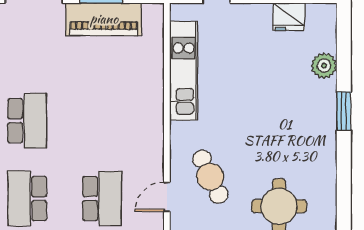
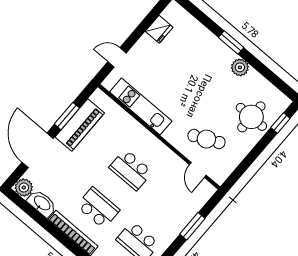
plant: (324, 66) -> (240, 67), moved
school desk: (102, 198) -> (131, 170), moved, turned 180

